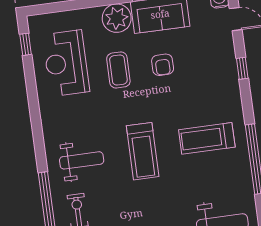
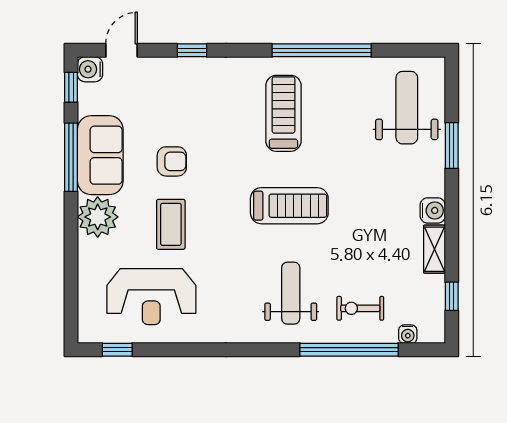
coffee table: (118, 70) -> (171, 224), turned 90
treadmill: (207, 138) -> (283, 113), turned 180

